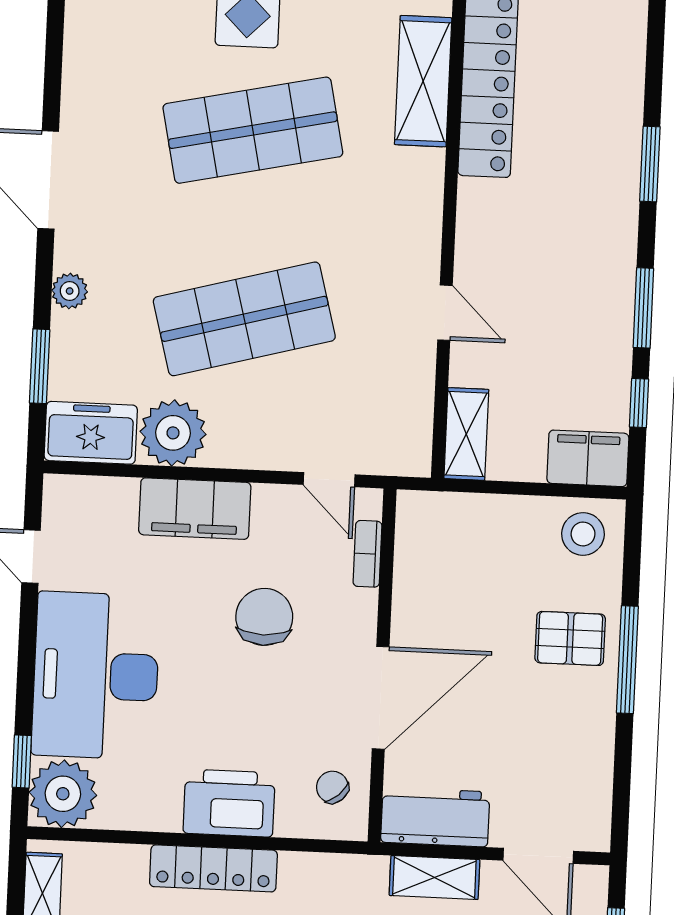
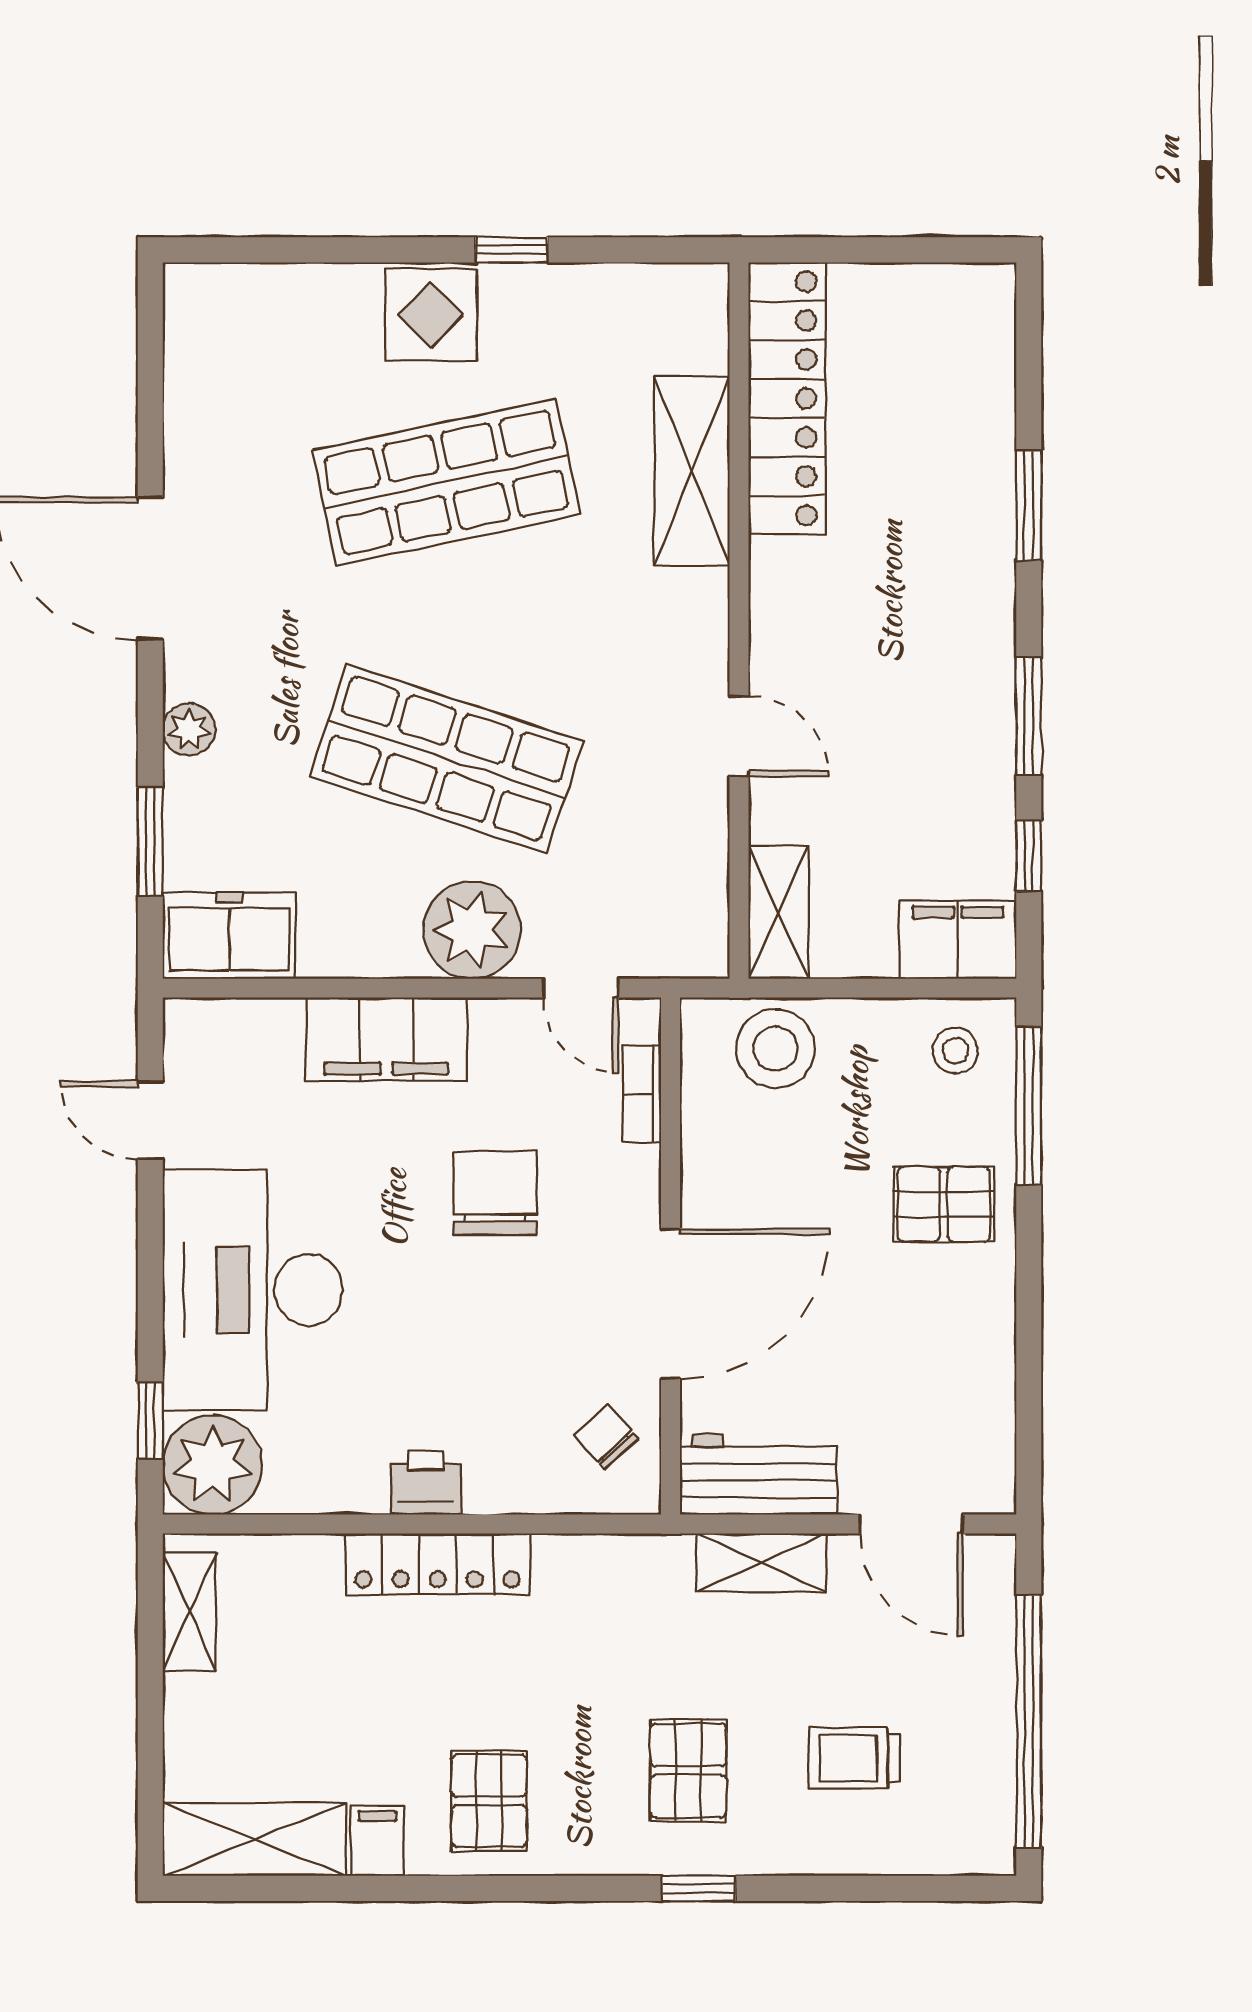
shelving: (423, 81) -> (692, 471), moved
shop shelf: (244, 319) -> (446, 759), turned 33
plant: (173, 433) -> (472, 930), moved
stool: (460, 527) -> (775, 1049), added
stool: (583, 534) -> (956, 1051), width x0.73, depth x0.73
window: (627, 660) -> (1029, 1105), moved
printer: (229, 803) -> (426, 1483), width x0.53, depth x0.68

